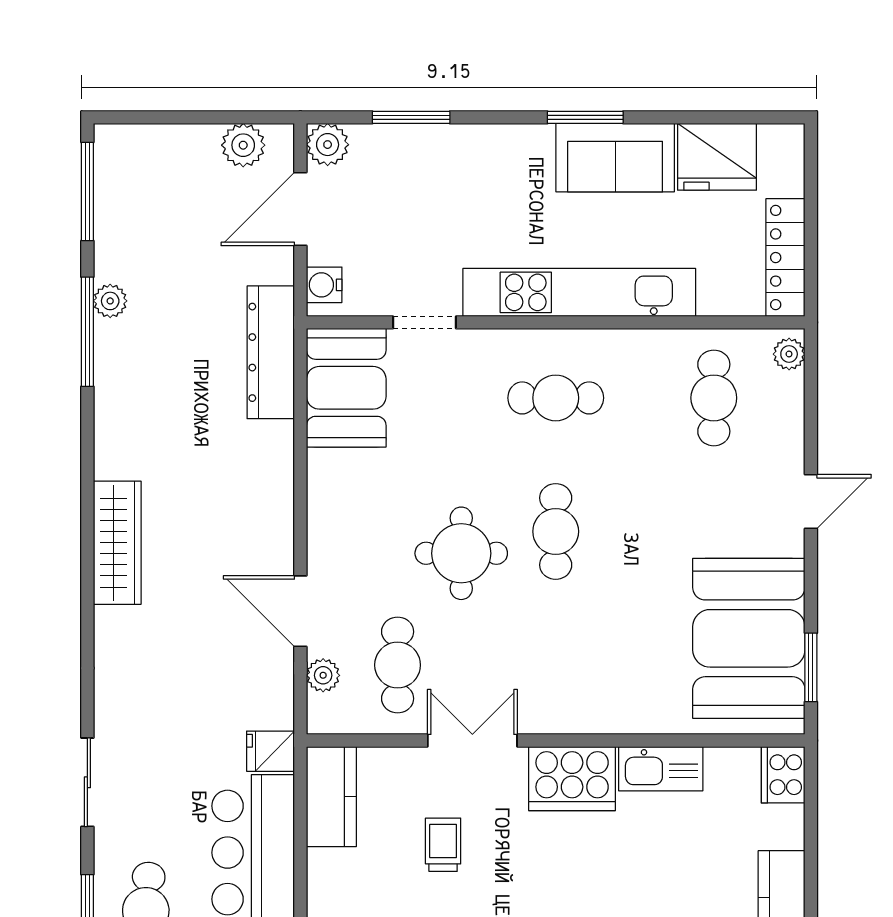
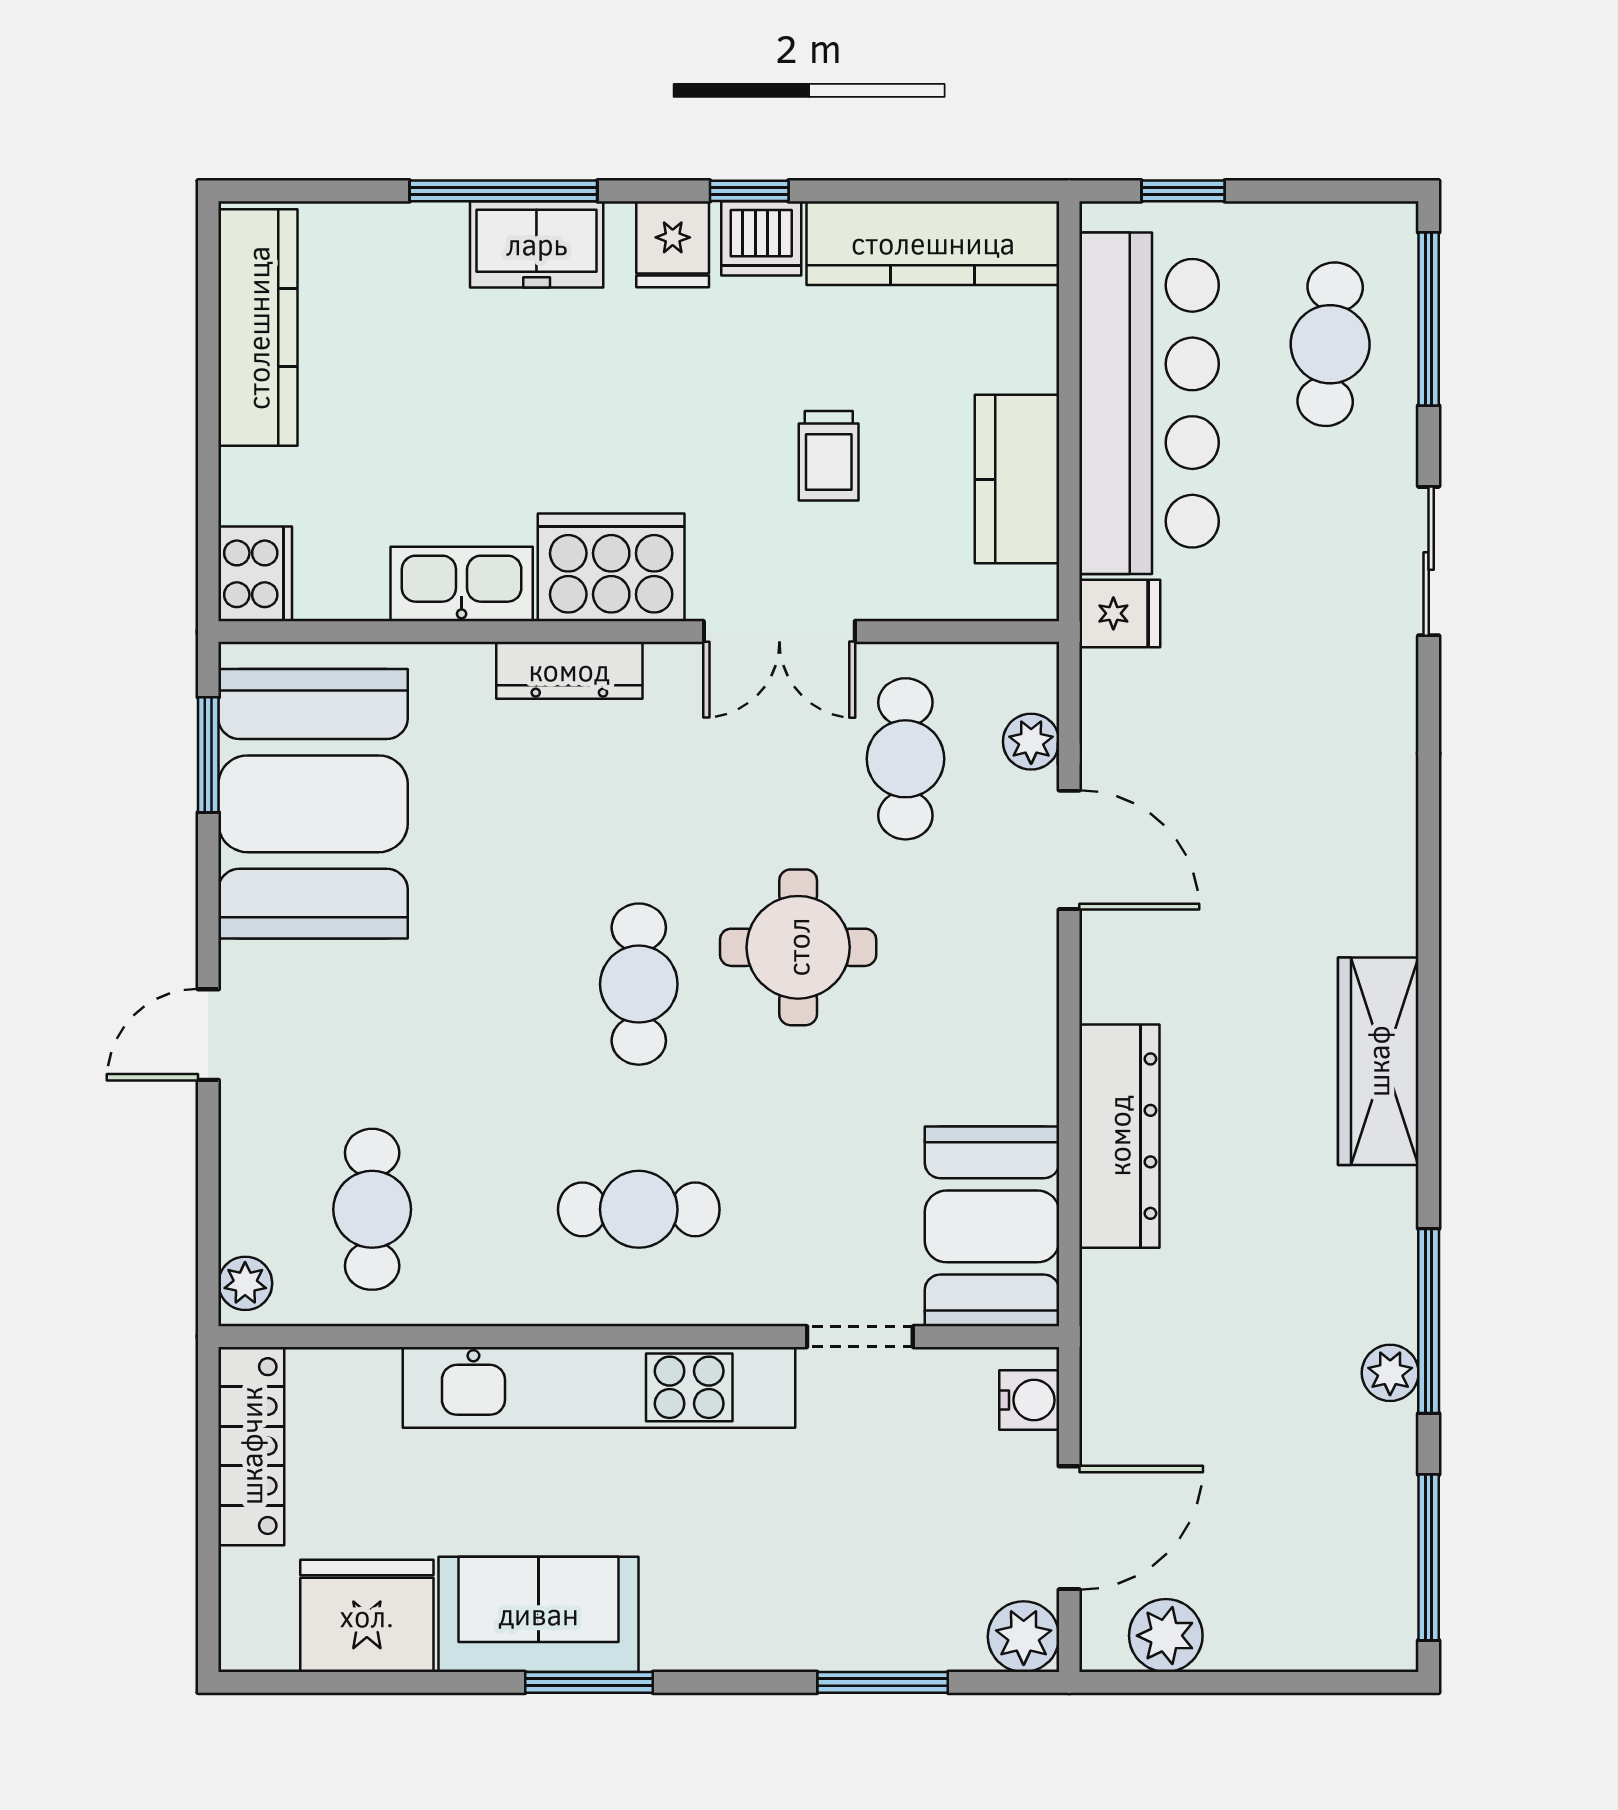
dresser: (271, 352) -> (1119, 1136), moved
wardrobe: (117, 543) -> (1378, 1061), moved
dresser: (597, 718) -> (569, 670), added
kitchen counter: (331, 797) -> (1017, 479), moved

